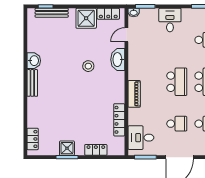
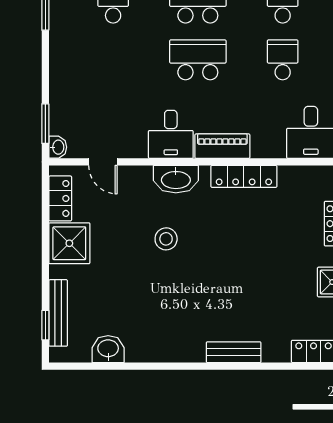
desk: (170, 20) -> (171, 134), moved, turned -90
washbasin: (118, 60) -> (176, 179), moved
washbasin: (34, 61) -> (108, 349), moved
bench: (32, 83) -> (234, 352), moved
locker: (119, 120) -> (244, 176), moved

